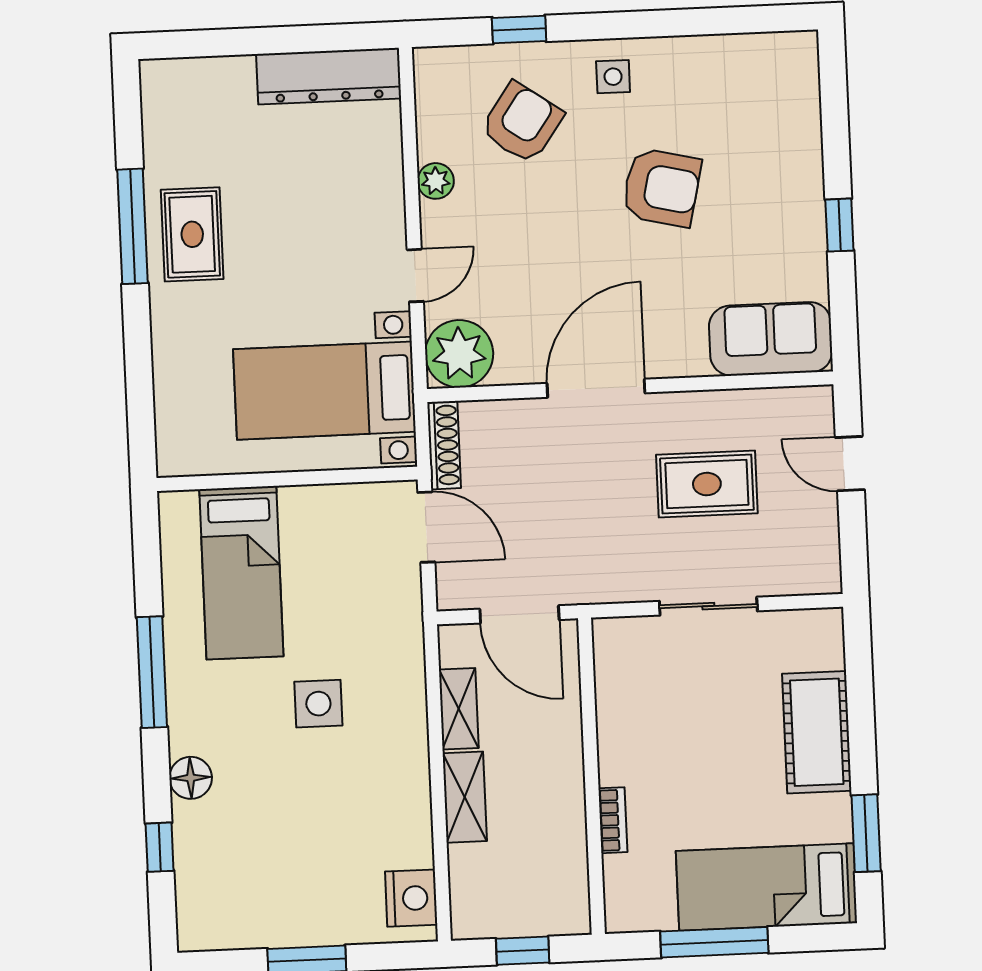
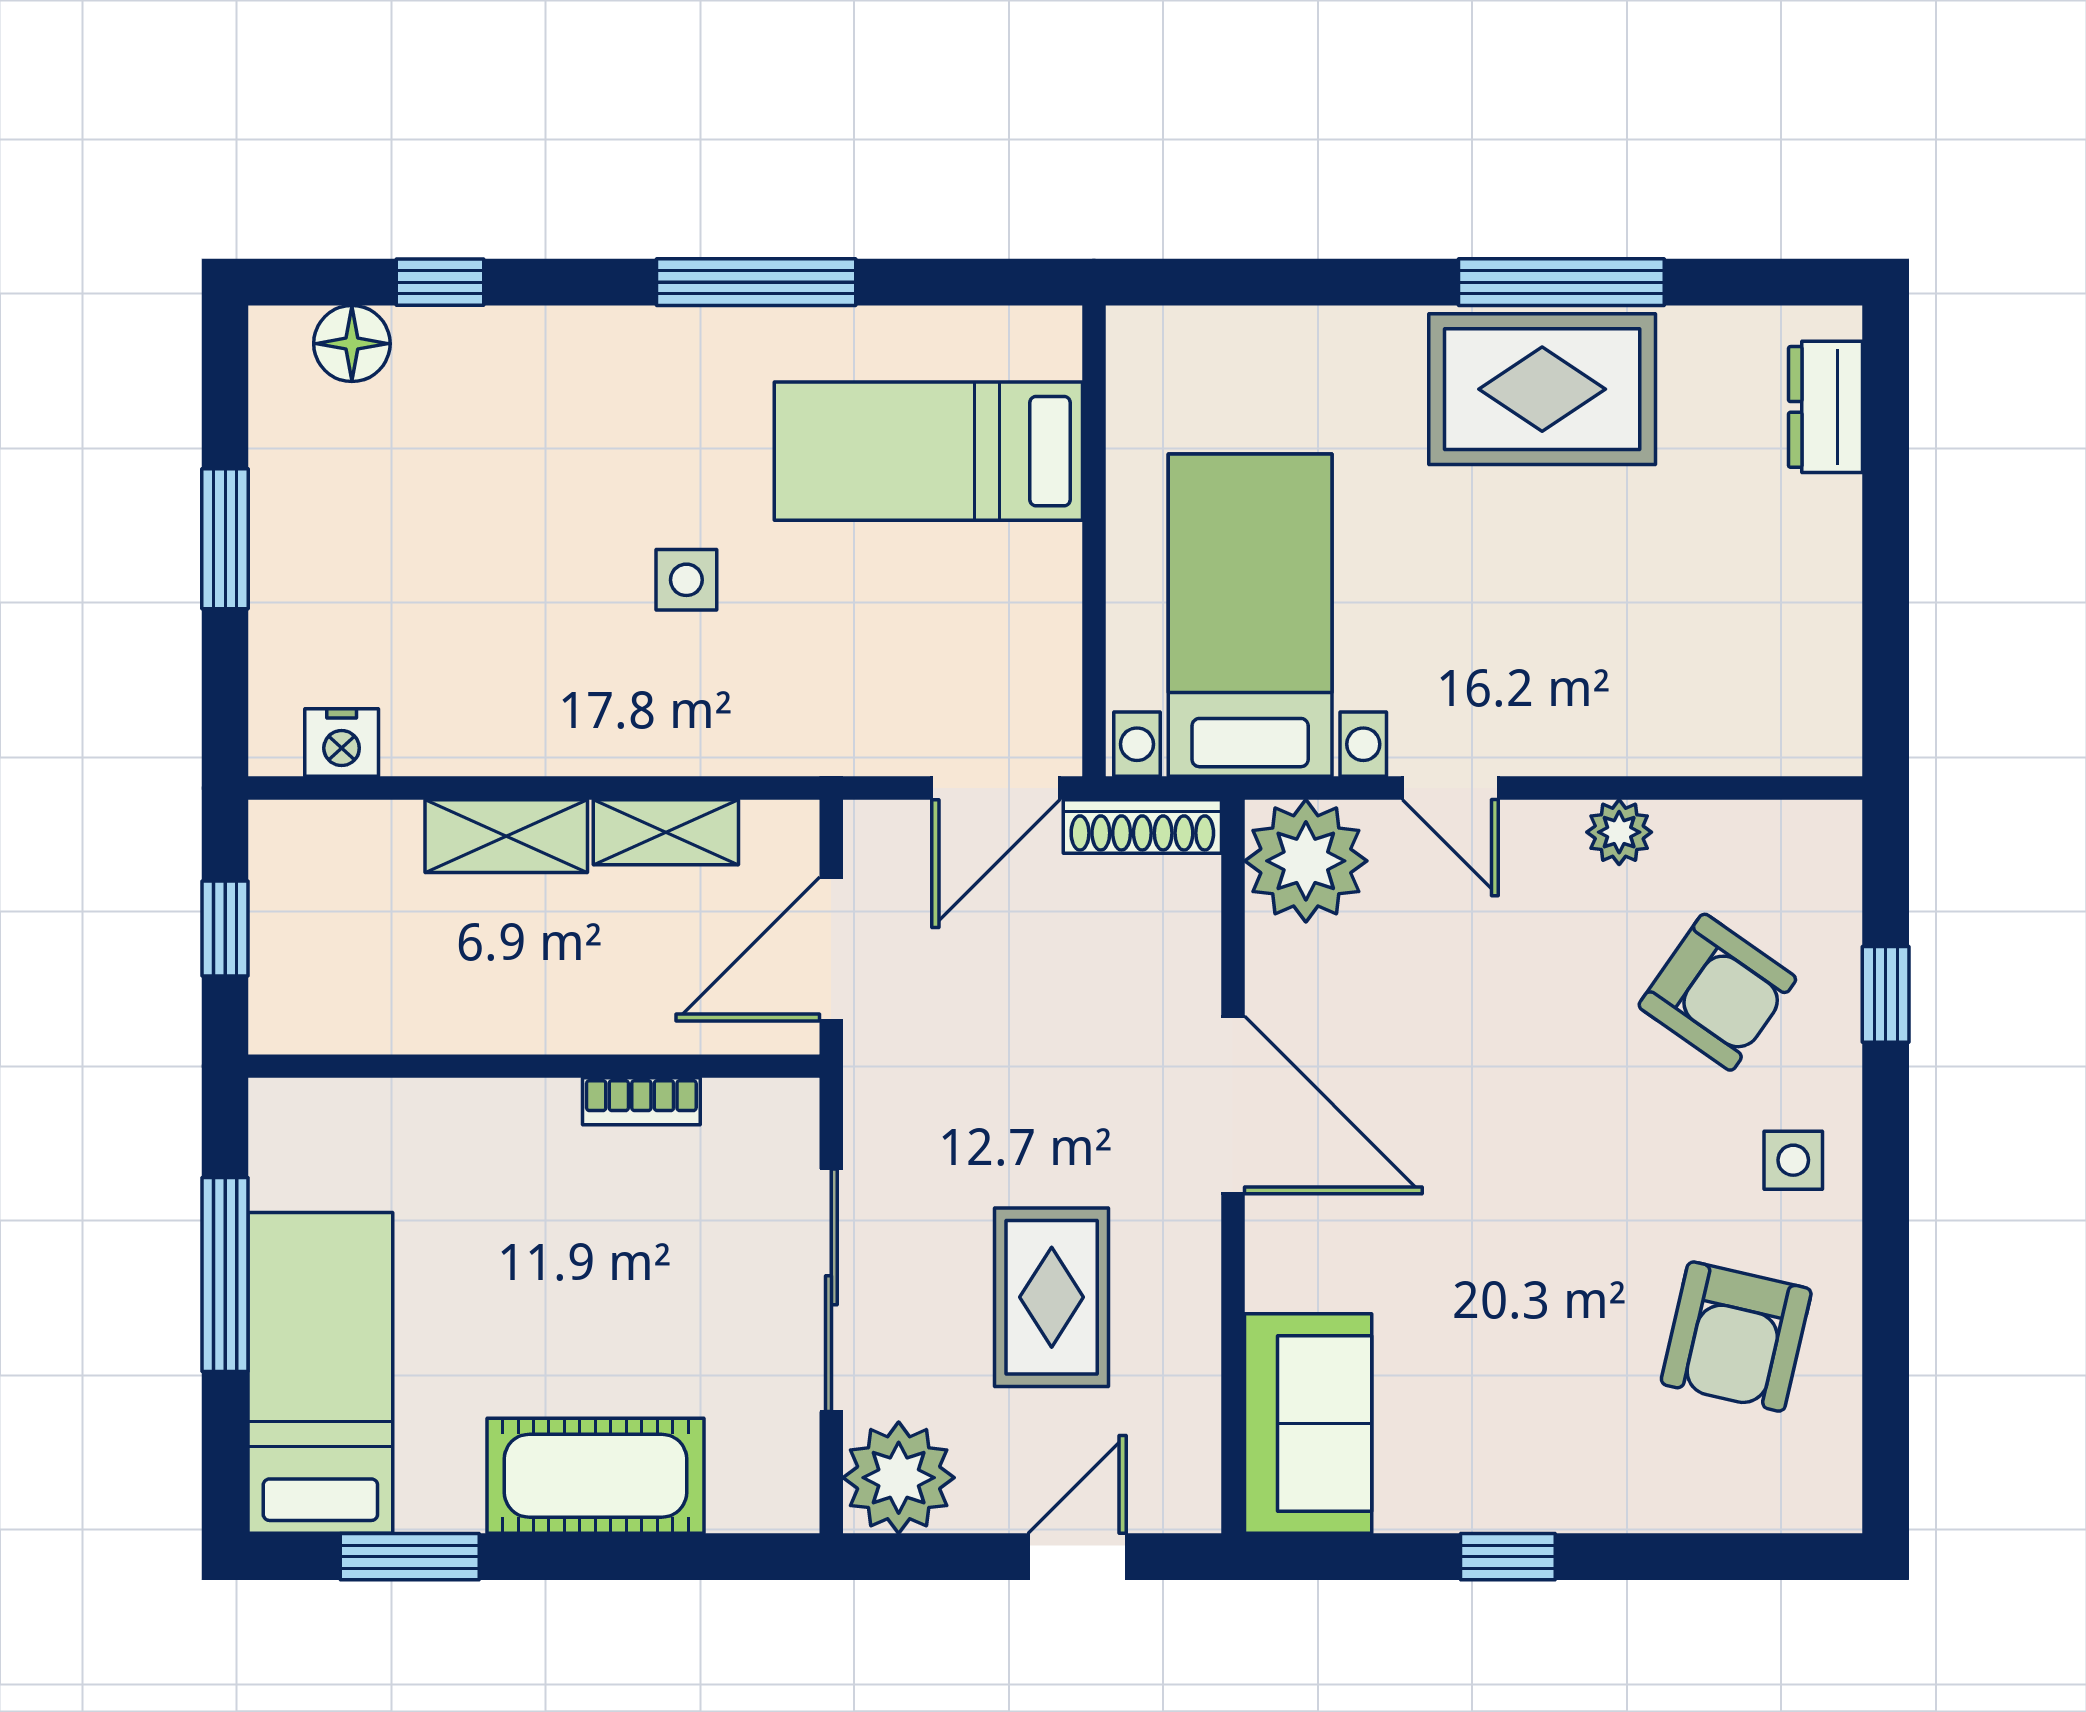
dresser: (329, 76) -> (1826, 407), moved, width x0.51, depth x0.80
armchair: (661, 187) -> (1736, 1337), moved
rug: (192, 234) -> (1542, 389), width x1.36, depth x1.43
plant: (811, 564) -> (899, 1478), added
sliding door: (708, 606) -> (831, 1290), width x1.37
side table: (318, 704) -> (686, 580), width x0.73, depth x0.73
floor lamp: (191, 778) -> (352, 344), moved
bookcase: (613, 820) -> (641, 1101), moved
nightstand: (411, 898) -> (342, 743), width x0.74, depth x0.75

